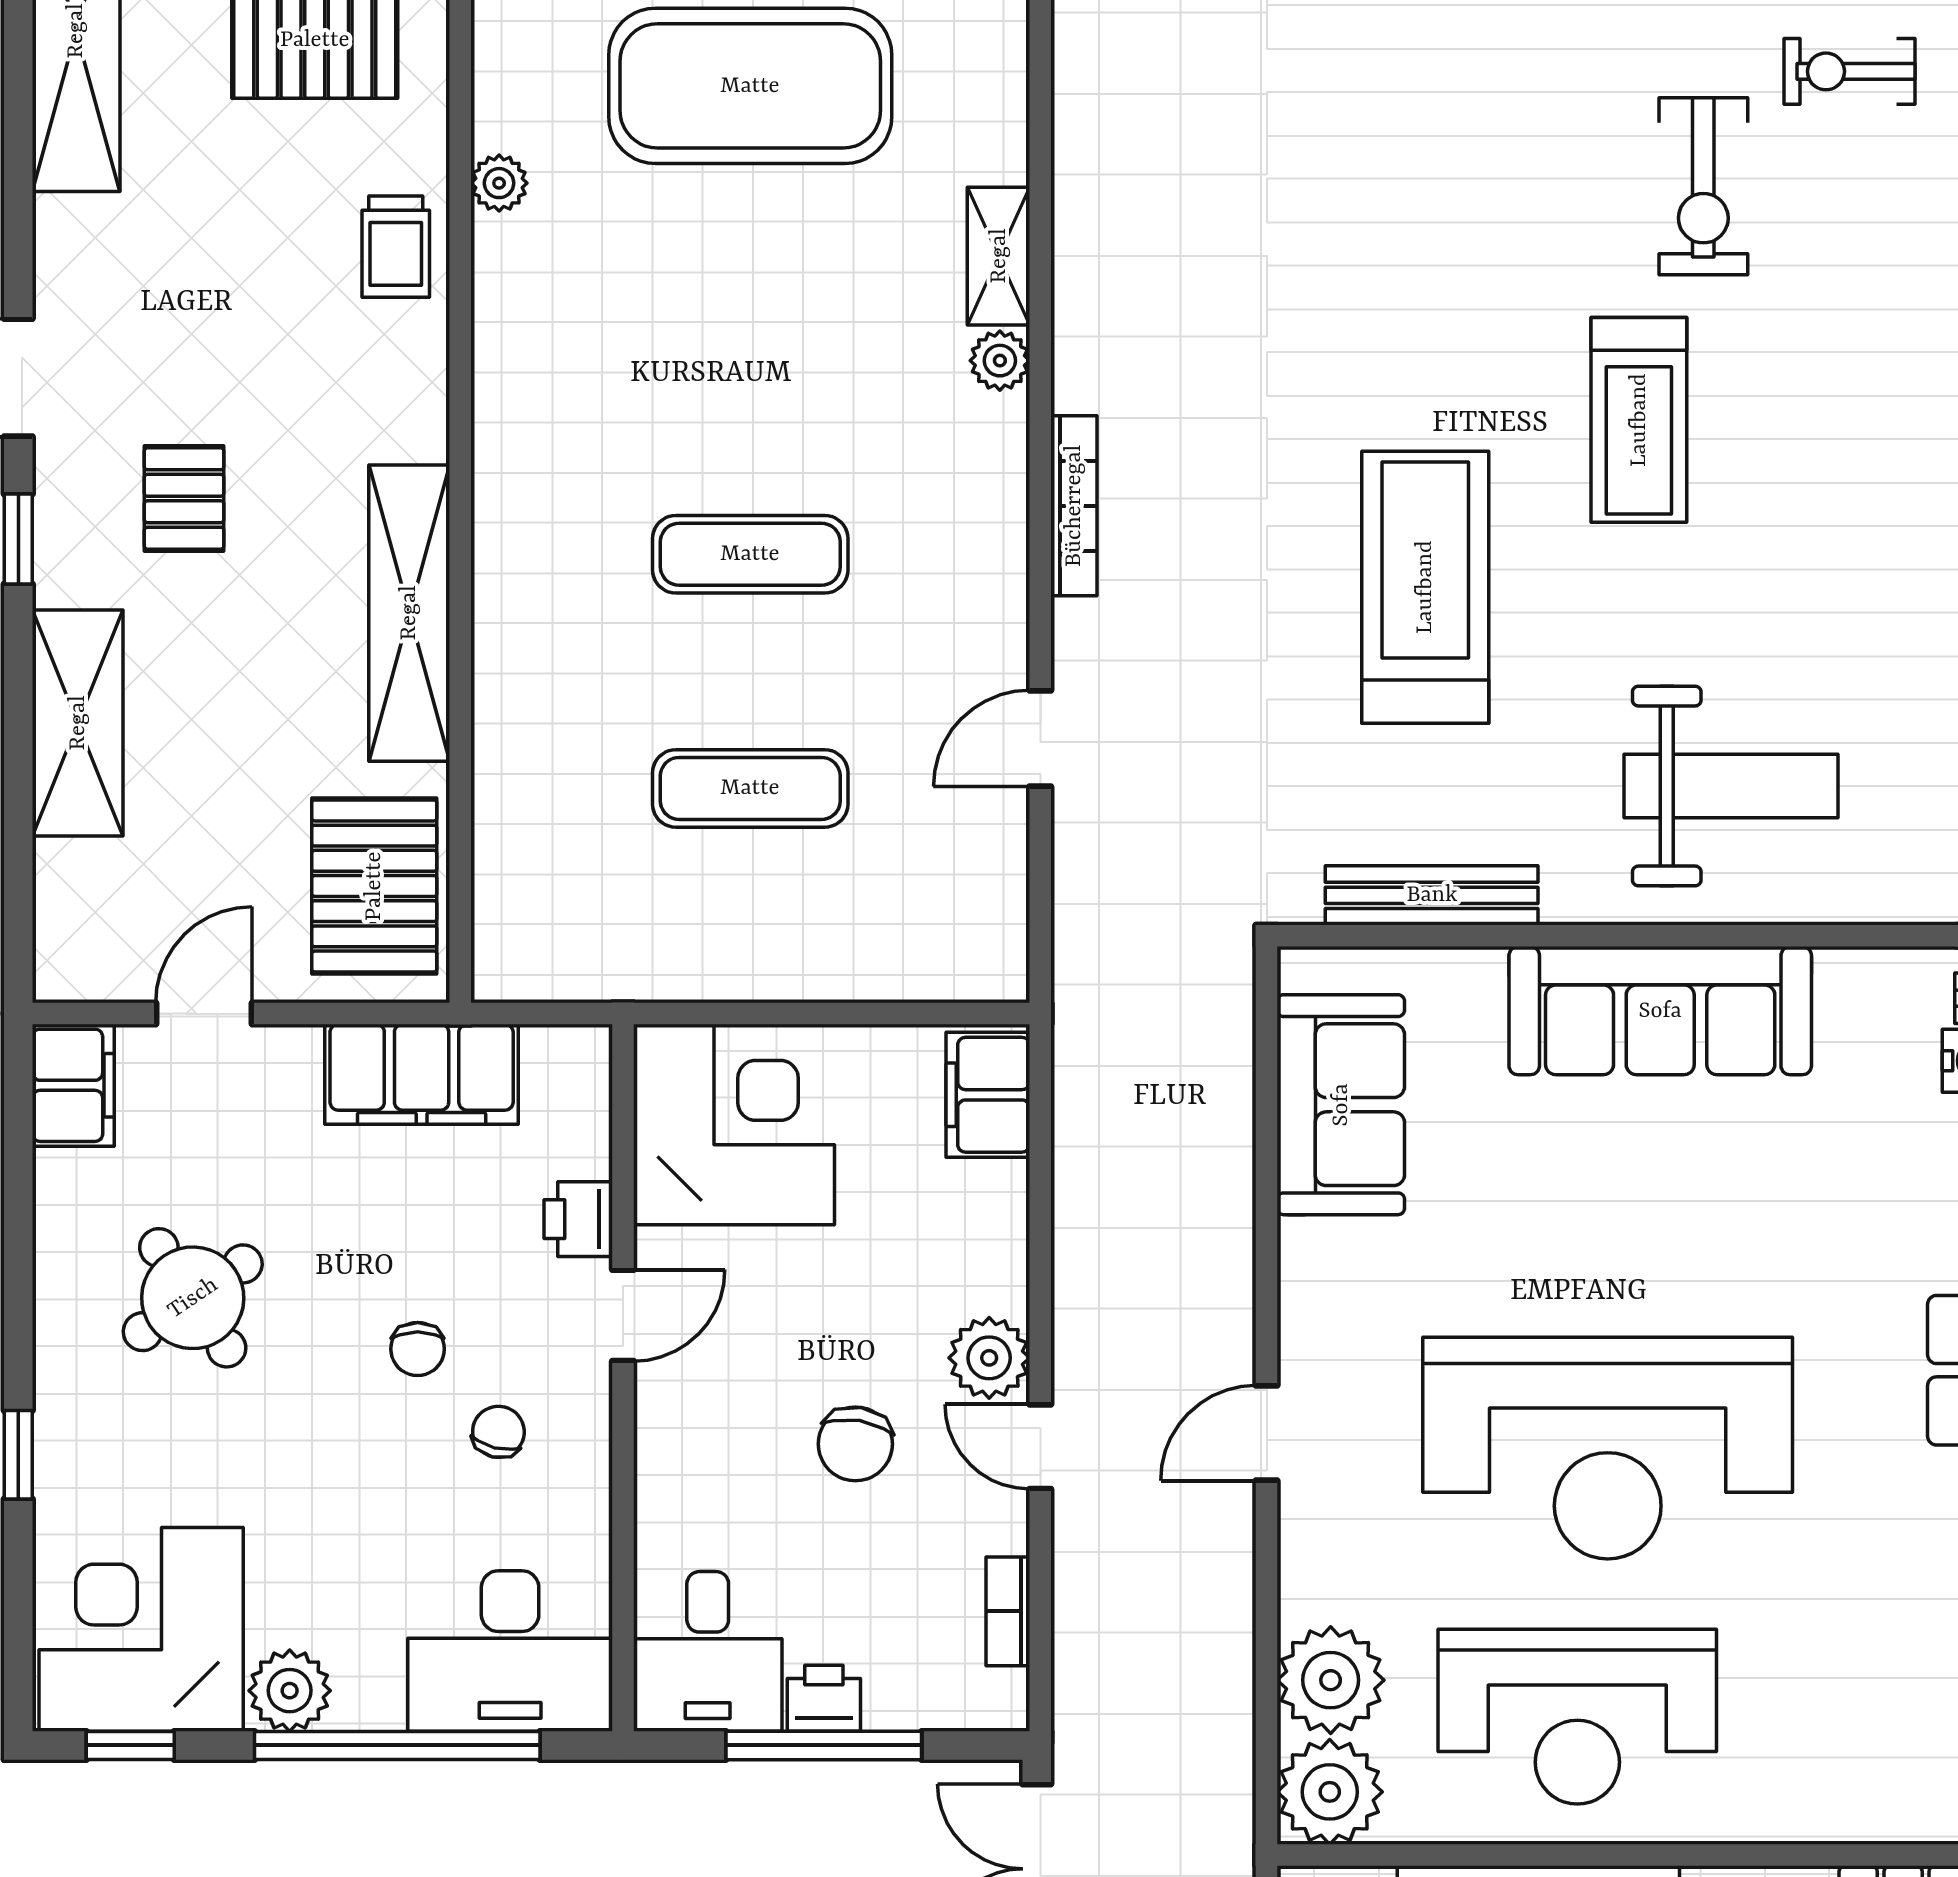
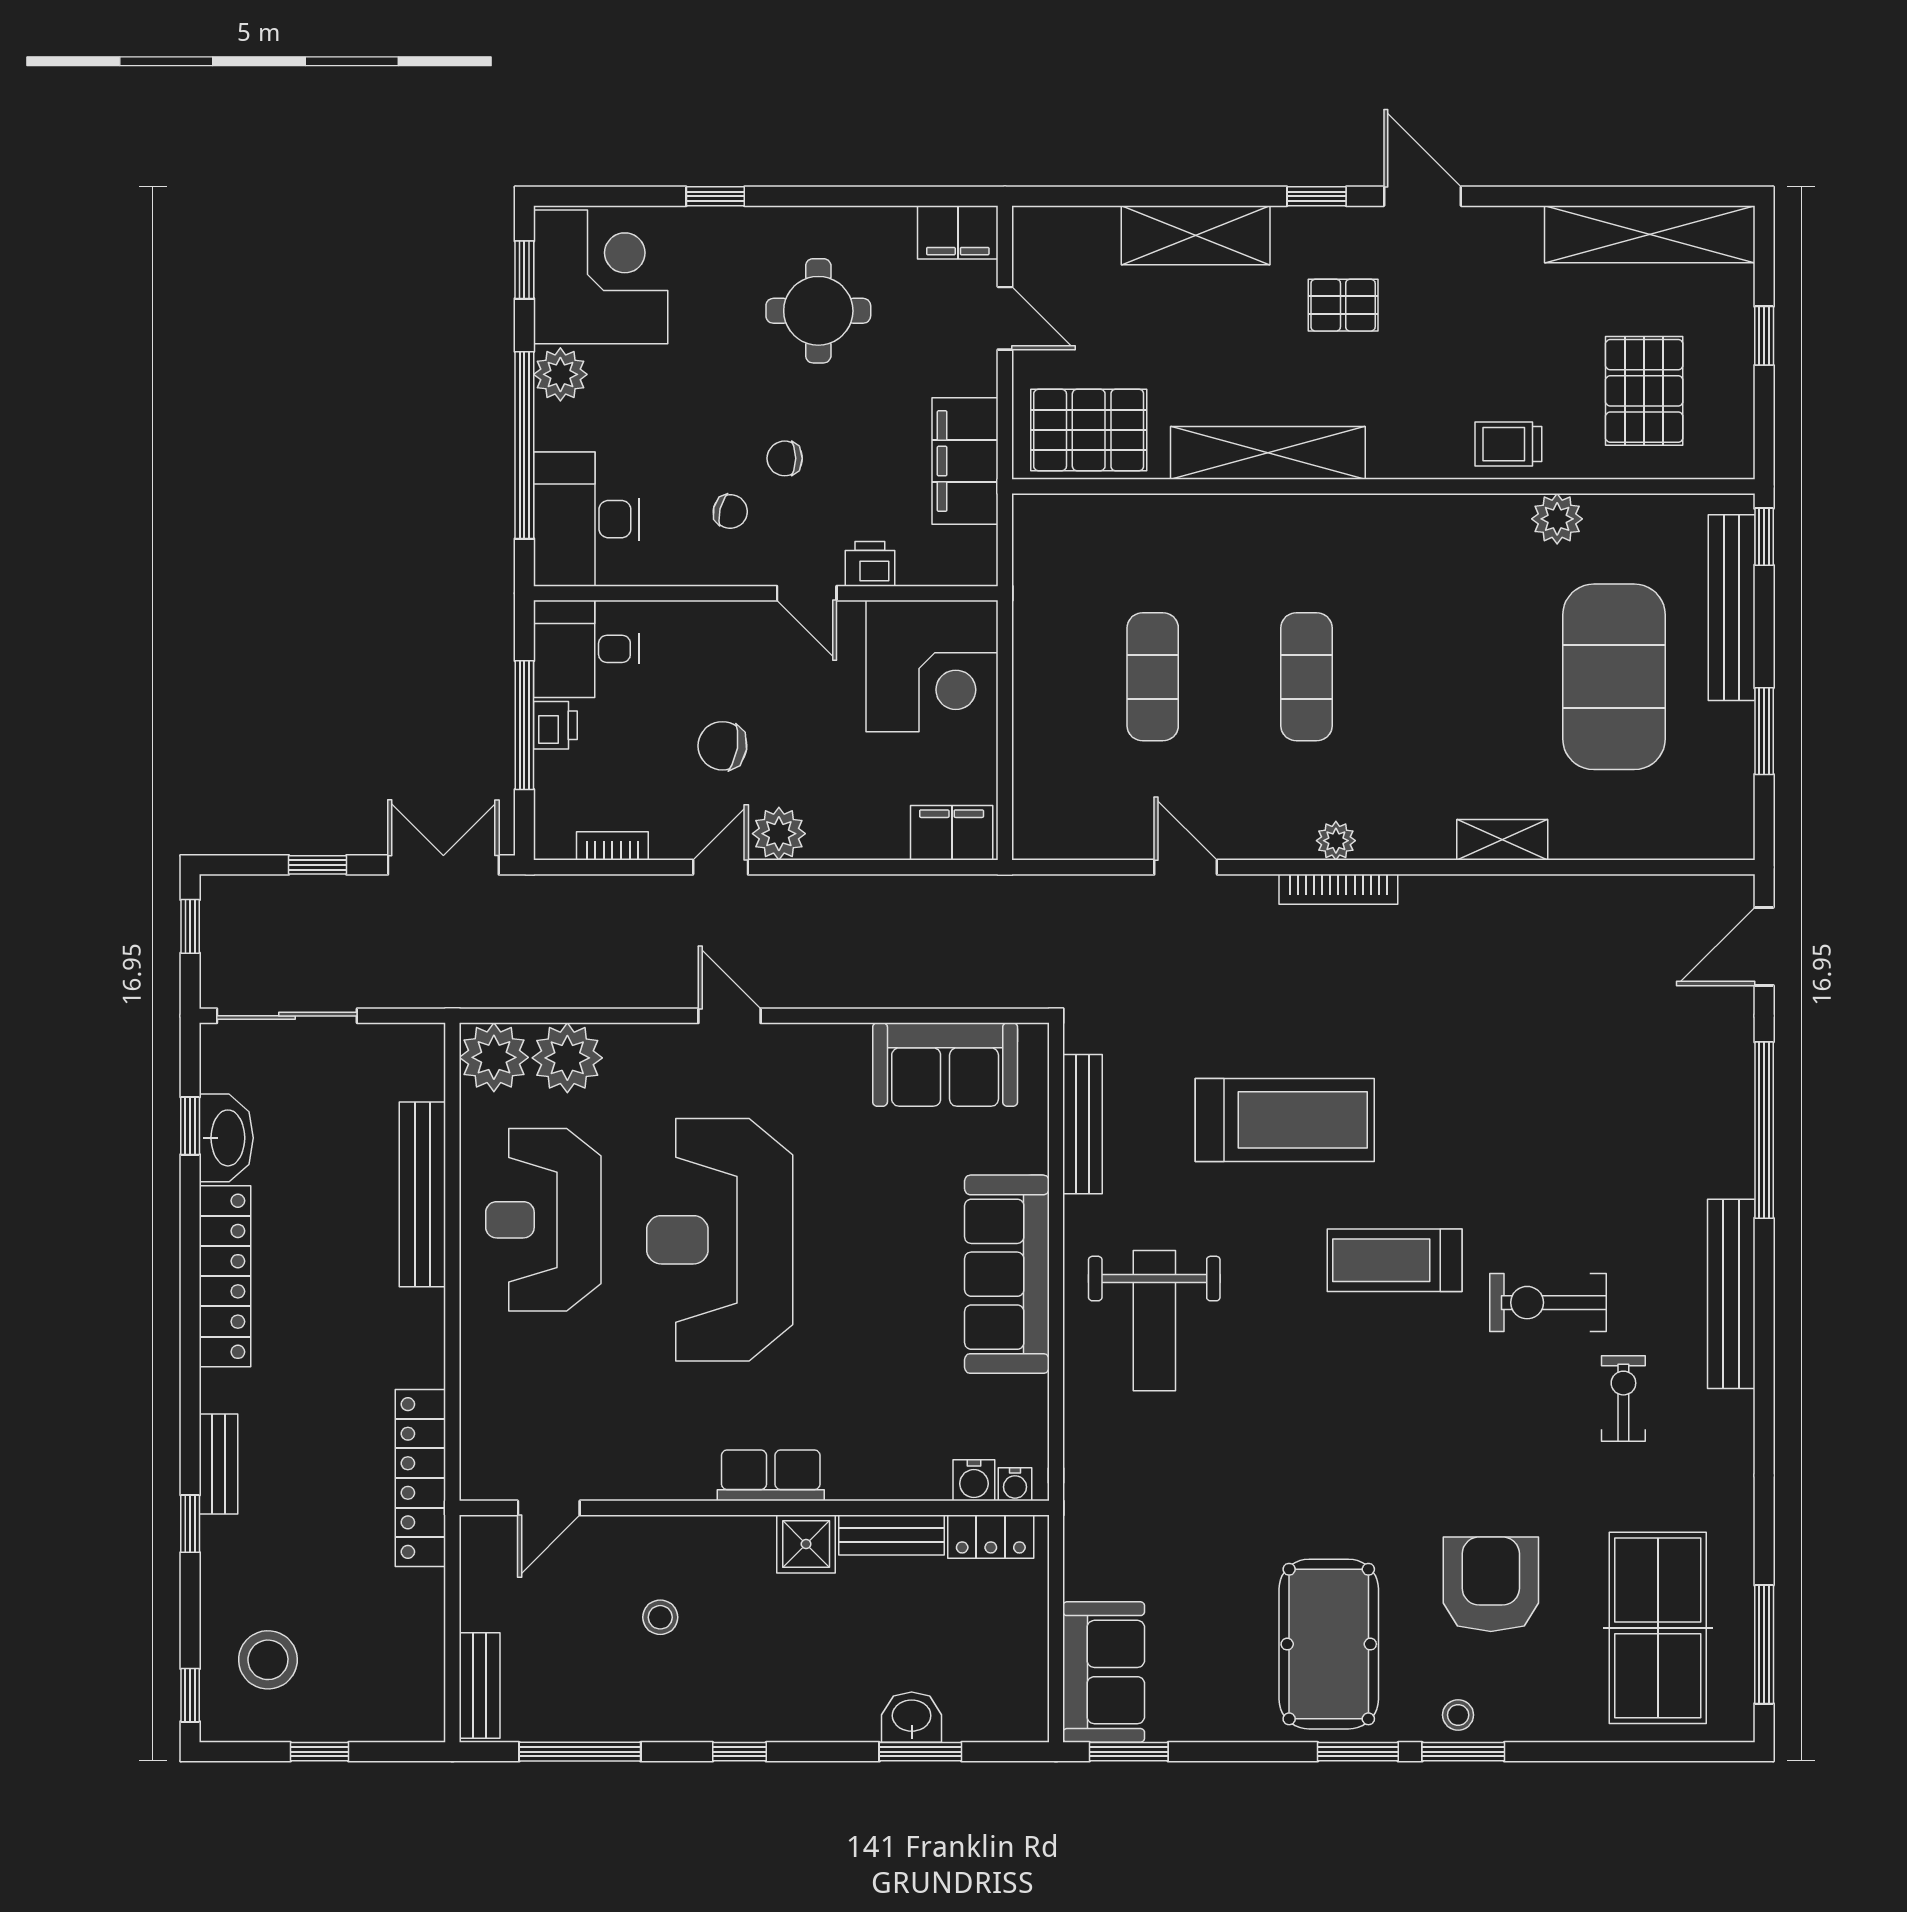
plant: (499, 183) -> (1557, 519), width x1.38, depth x1.38
plant: (1000, 361) -> (1336, 841), moved
round table: (193, 1298) -> (818, 311), turned 34

